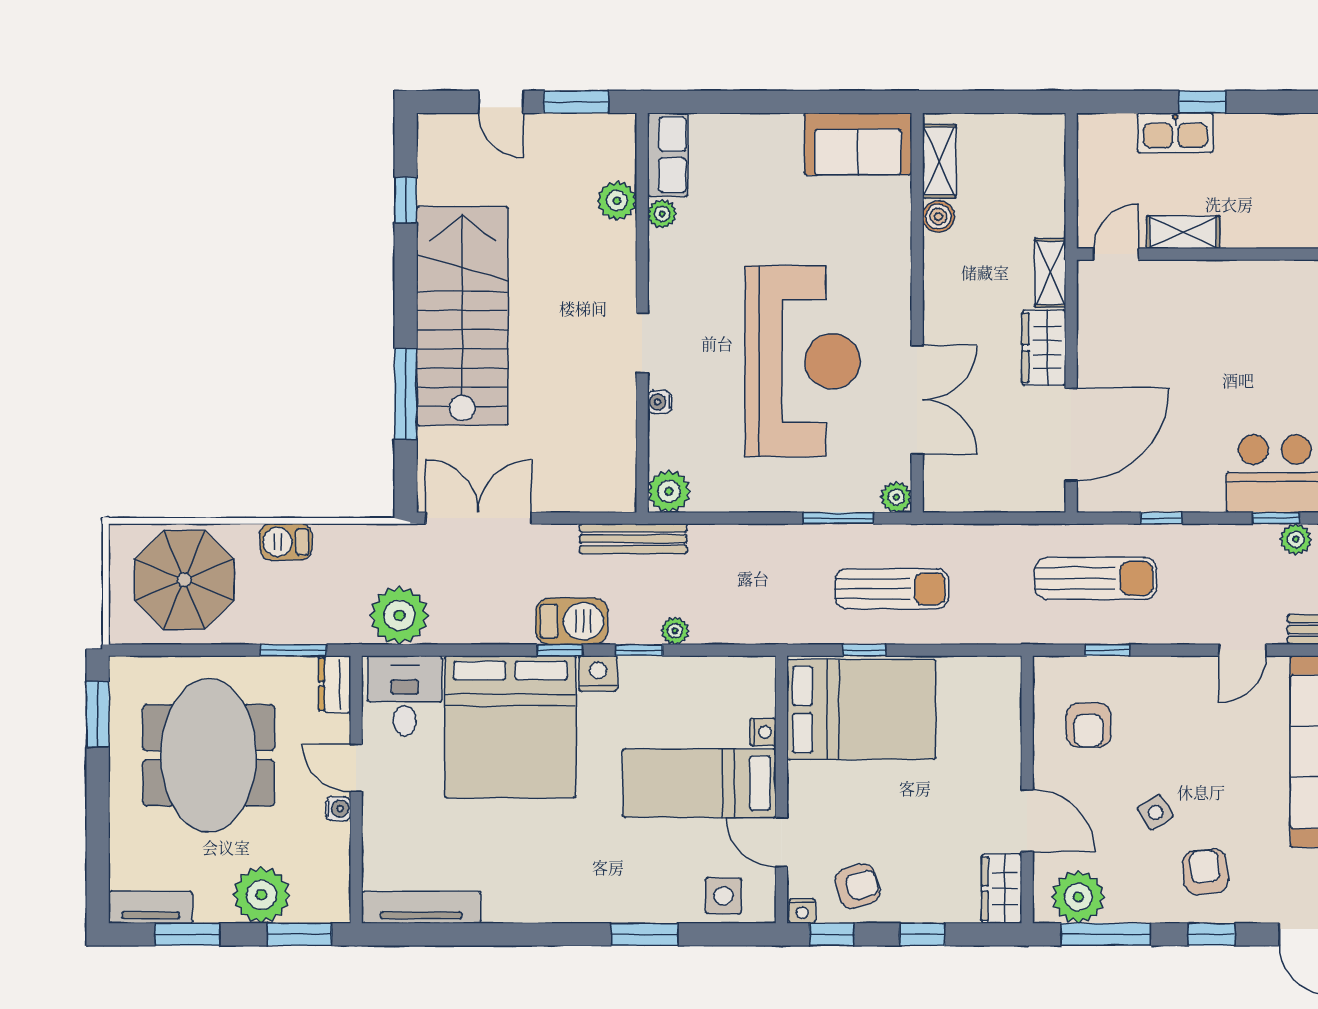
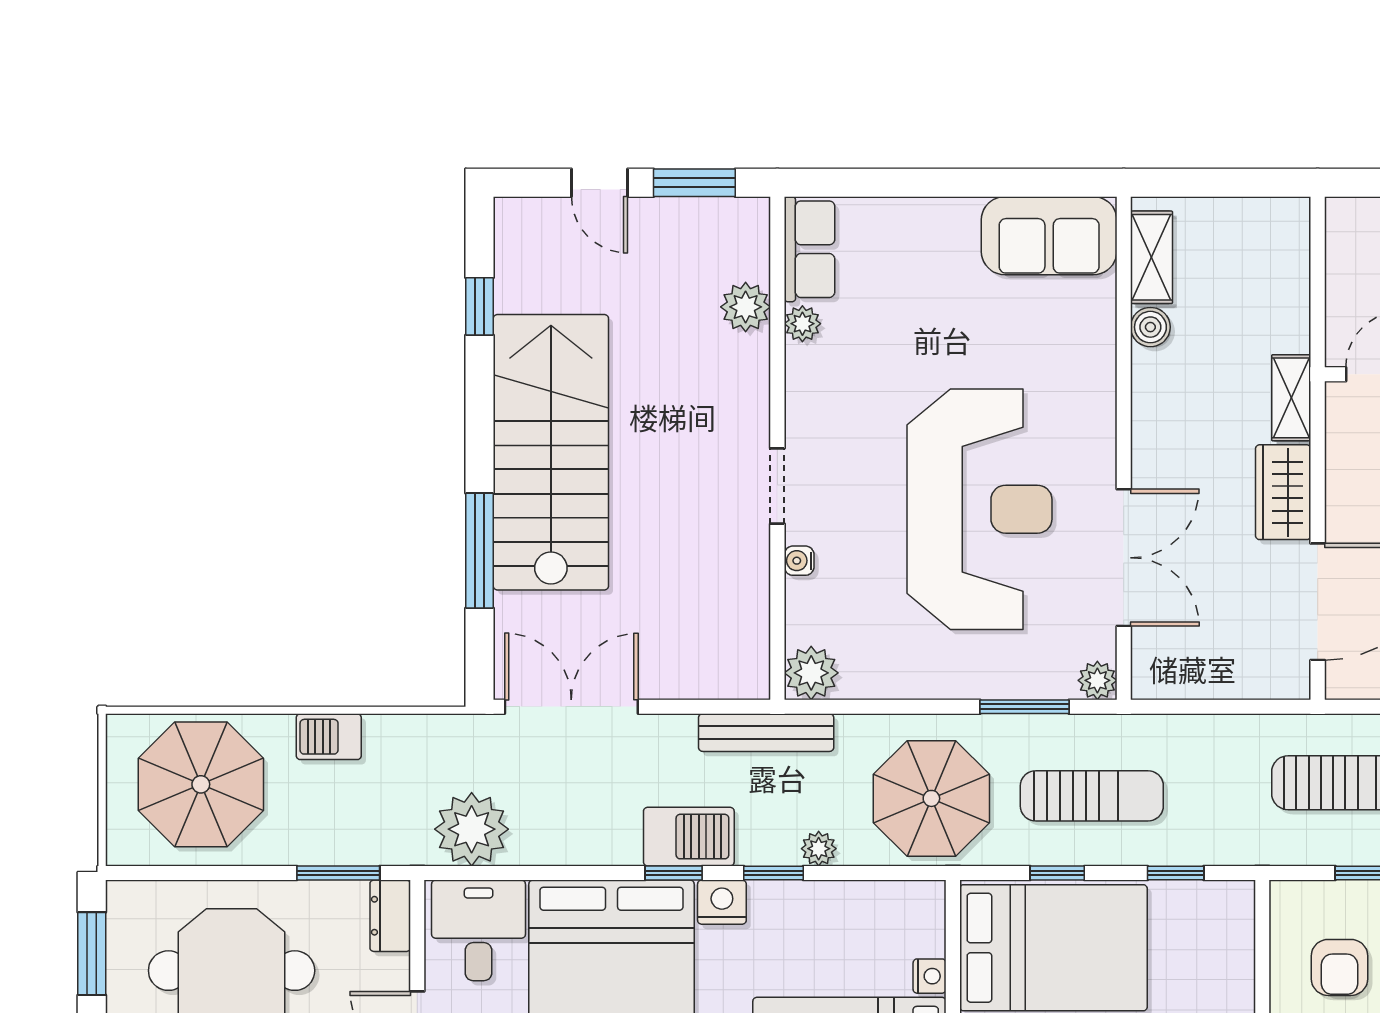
parasol: (764, 591) -> (931, 798), added
window: (958, 650) -> (1176, 873), added

